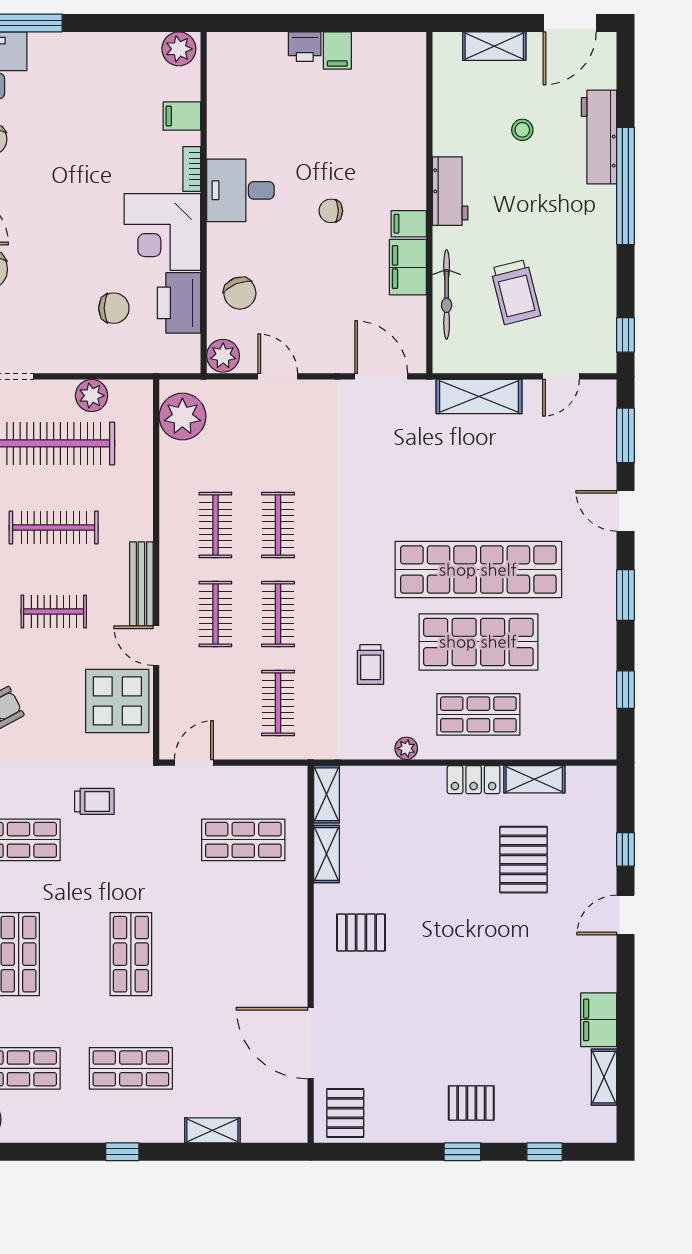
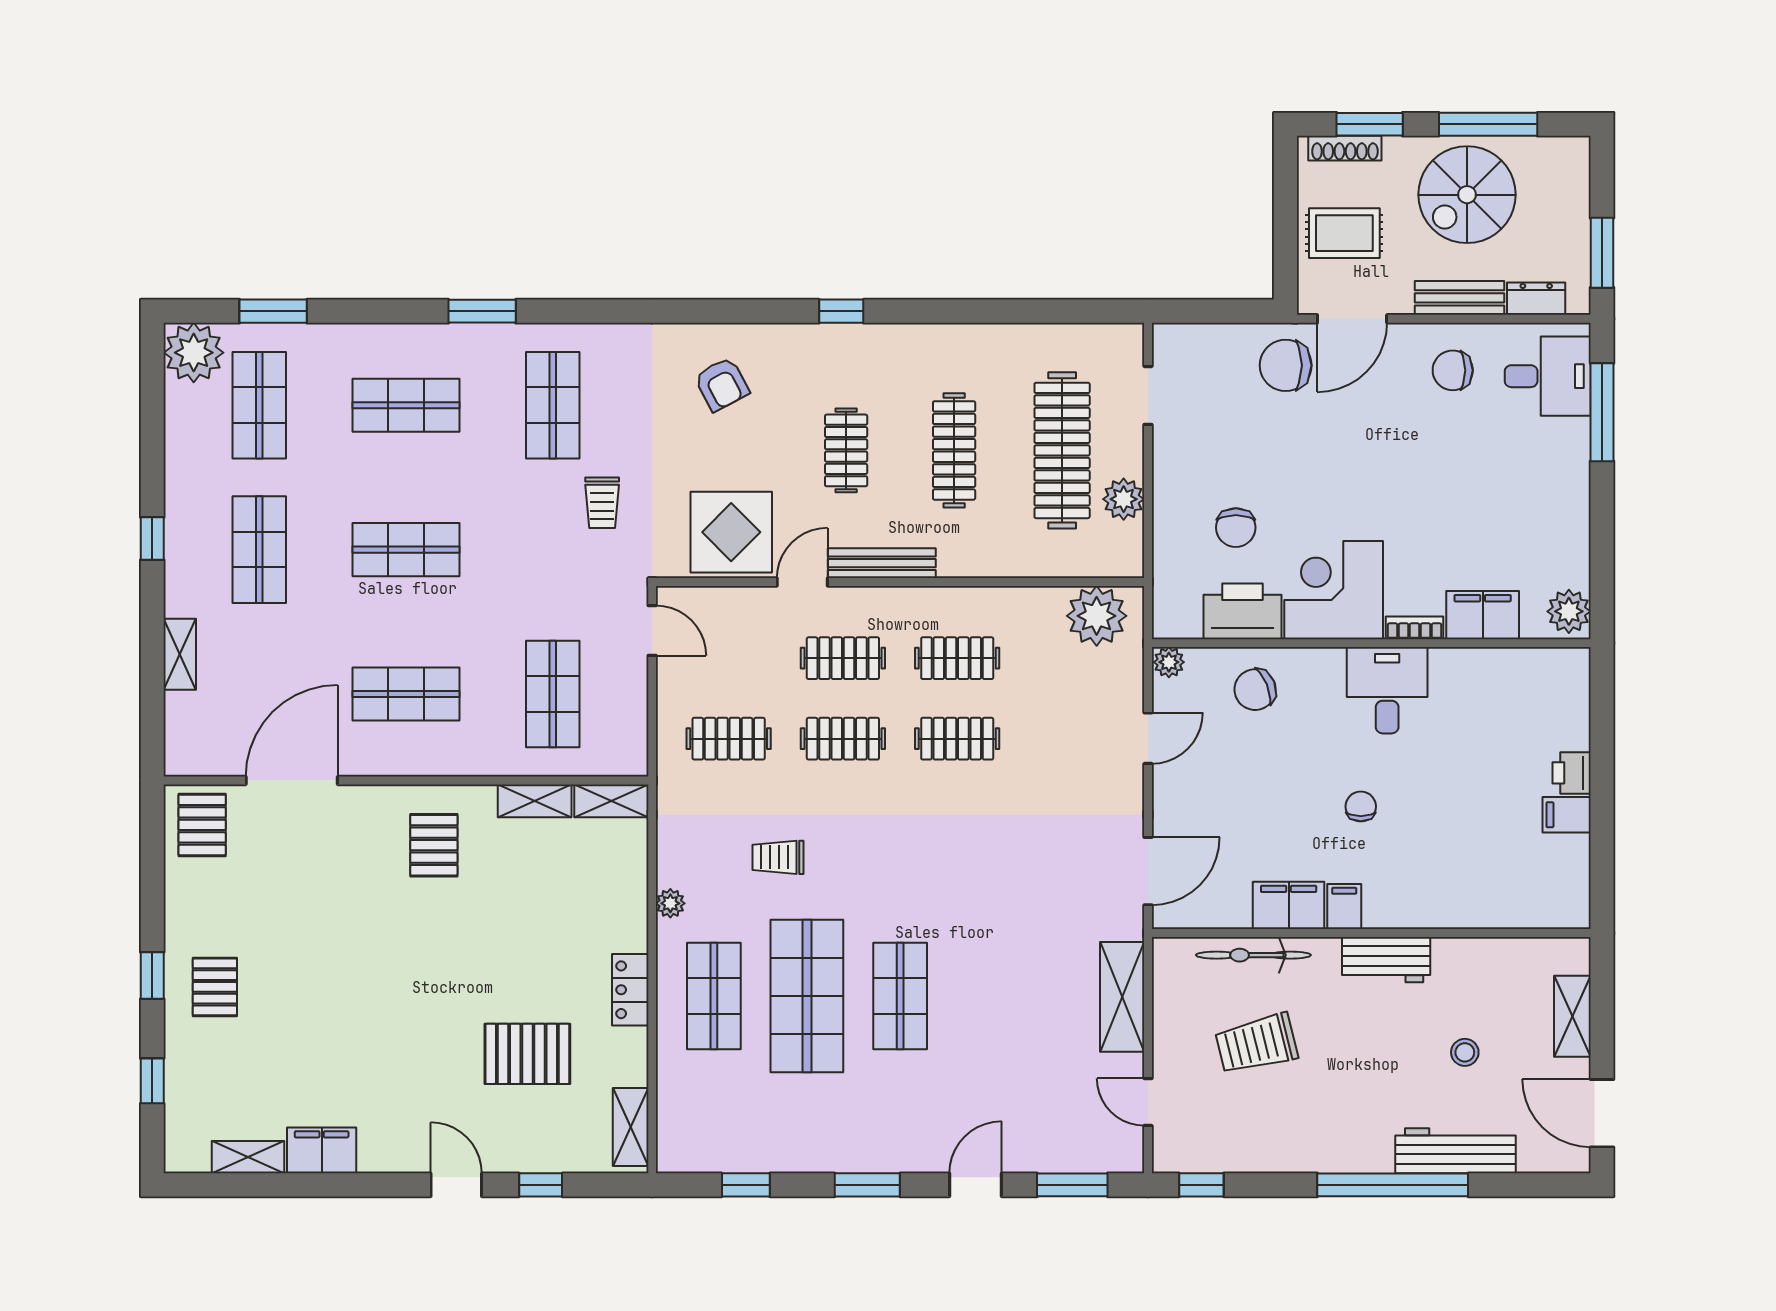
filing cabinet: (182, 116) -> (1483, 615), width x2.00
plant: (223, 356) -> (1169, 662), width x0.73, depth x0.73
shop shelf: (478, 570) -> (900, 996), width x0.50, depth x0.74
shelving: (534, 779) -> (631, 1127), moved
shop shelf: (243, 954) -> (406, 694), added
pallet: (345, 1113) -> (202, 825), turned 90

